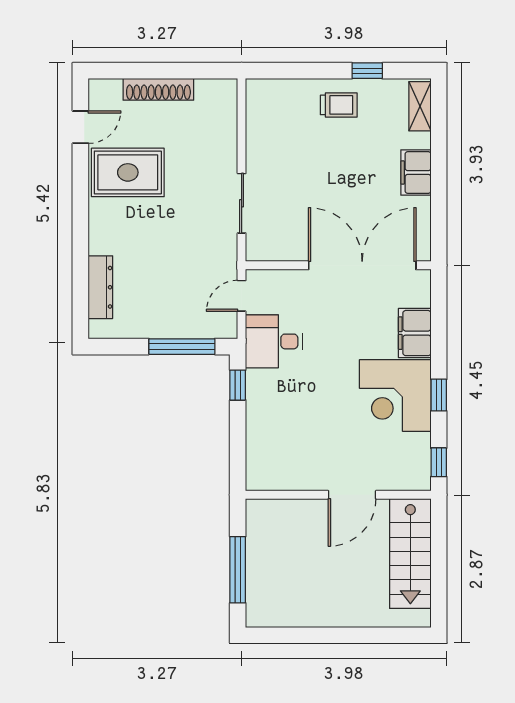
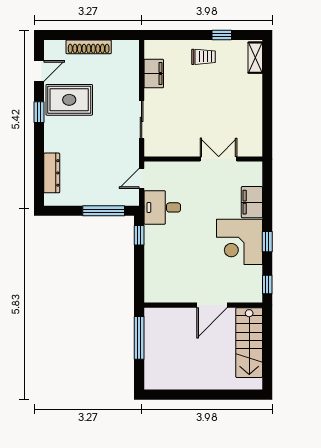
filing cabinet: (416, 173) -> (154, 74), moved, turned 180
window: (80, 192) -> (39, 112), added
double door: (362, 265) -> (219, 159), width x0.54
window: (238, 570) -> (139, 338), moved

